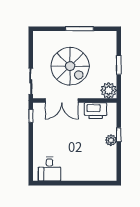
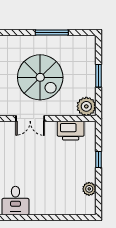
double door: (62, 101) -> (30, 119), width x0.73
plant: (111, 140) -> (89, 189), moved

